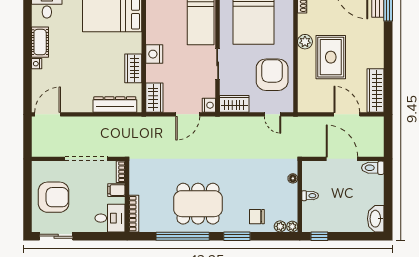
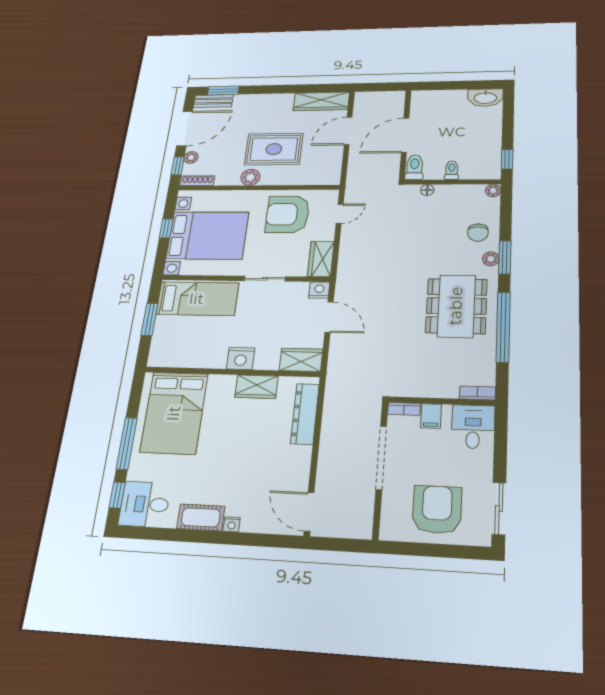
toilet: (373, 168) -> (414, 167), moved, turned 180
bookcase: (134, 214) -> (477, 393), width x0.64
plant: (280, 226) -> (491, 259), moved

